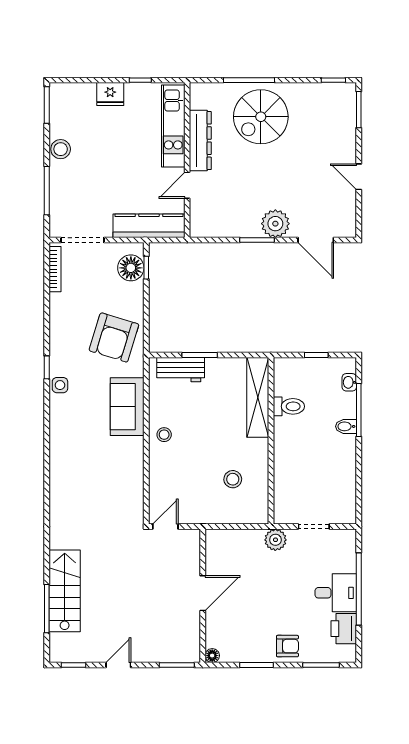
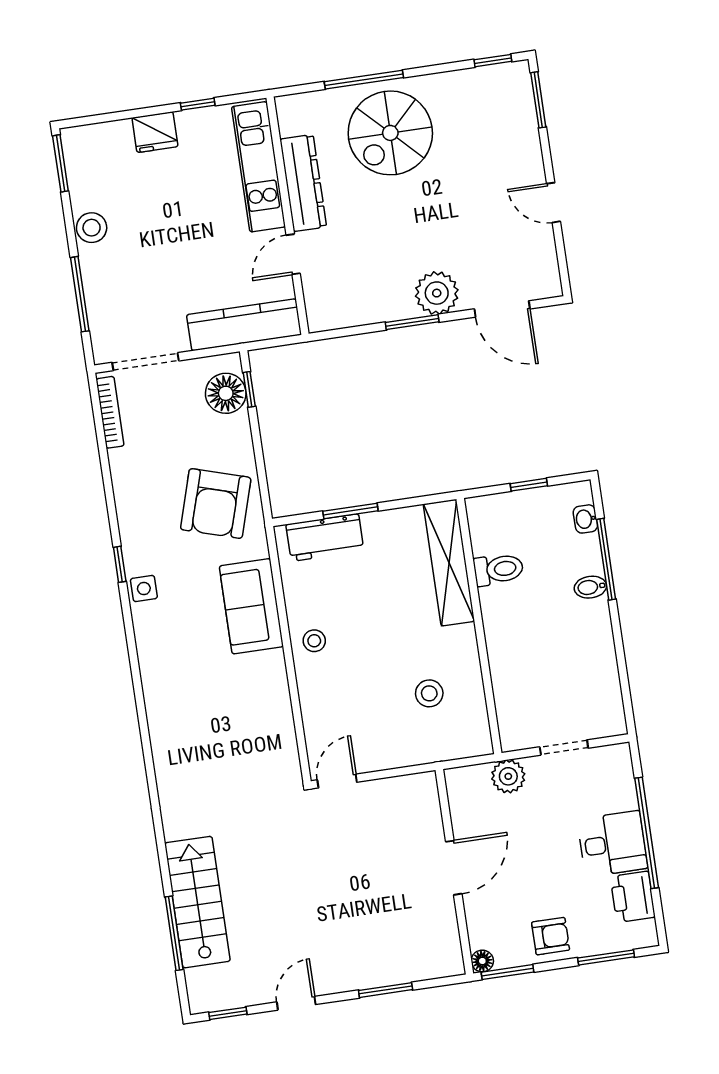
door: (203, 593) -> (454, 868), moved
wall: (203, 596) -> (454, 872), moved
floor lamp: (212, 656) -> (482, 961), moved

